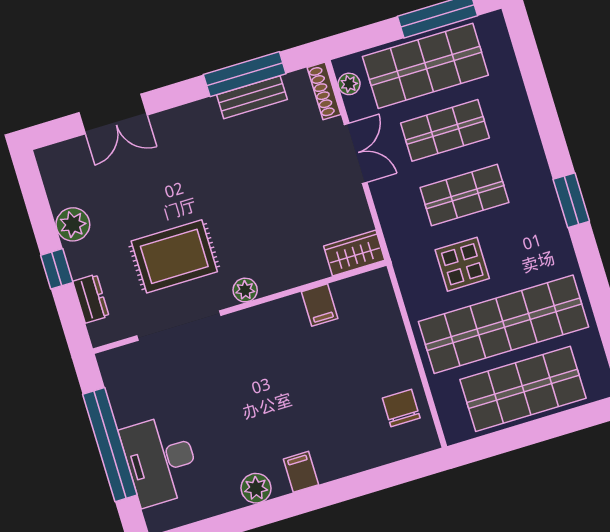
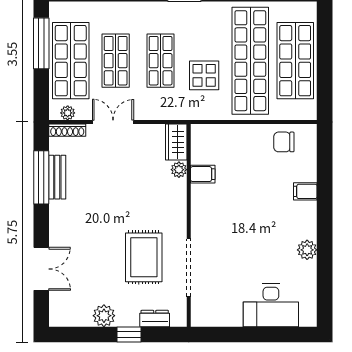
plant: (245, 290) -> (179, 170), moved
window: (110, 445) -> (251, 334), removed
filing cabinet: (301, 472) -> (305, 191), moved

